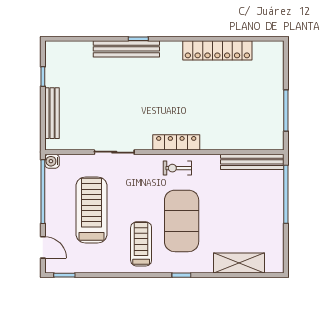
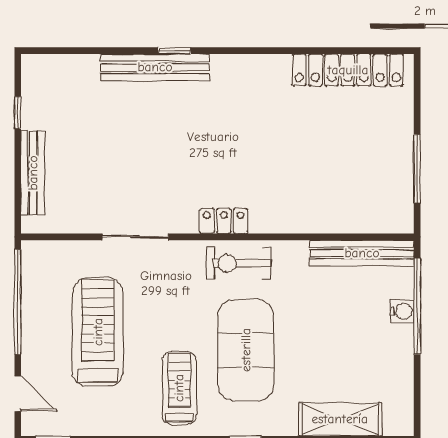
locker: (217, 50) -> (348, 70), moved
locker: (176, 142) -> (224, 221), width x0.66
water cooler: (52, 161) -> (402, 311), moved, turned 180
exercise bike: (177, 168) -> (239, 263), width x1.38, depth x1.39

